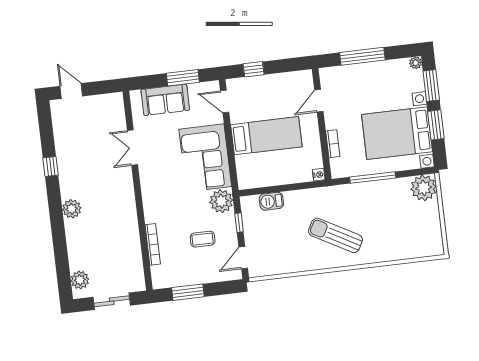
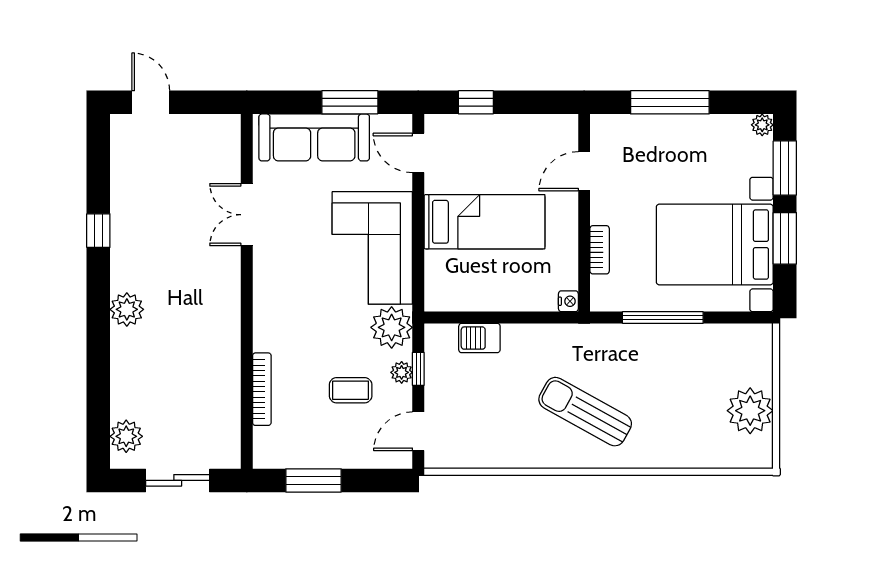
sofa: (165, 100) -> (314, 137), width x1.36
plant: (424, 188) -> (750, 411), moved
plant: (230, 226) -> (402, 372), added

